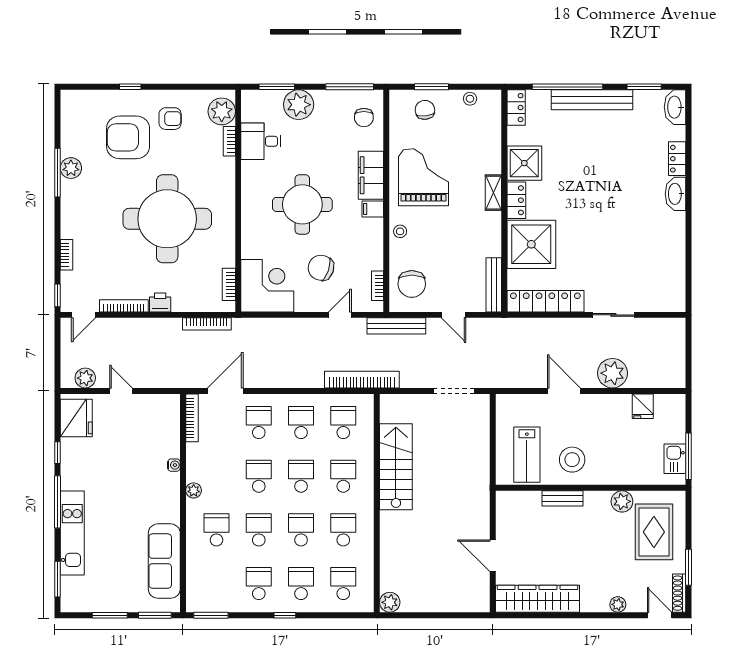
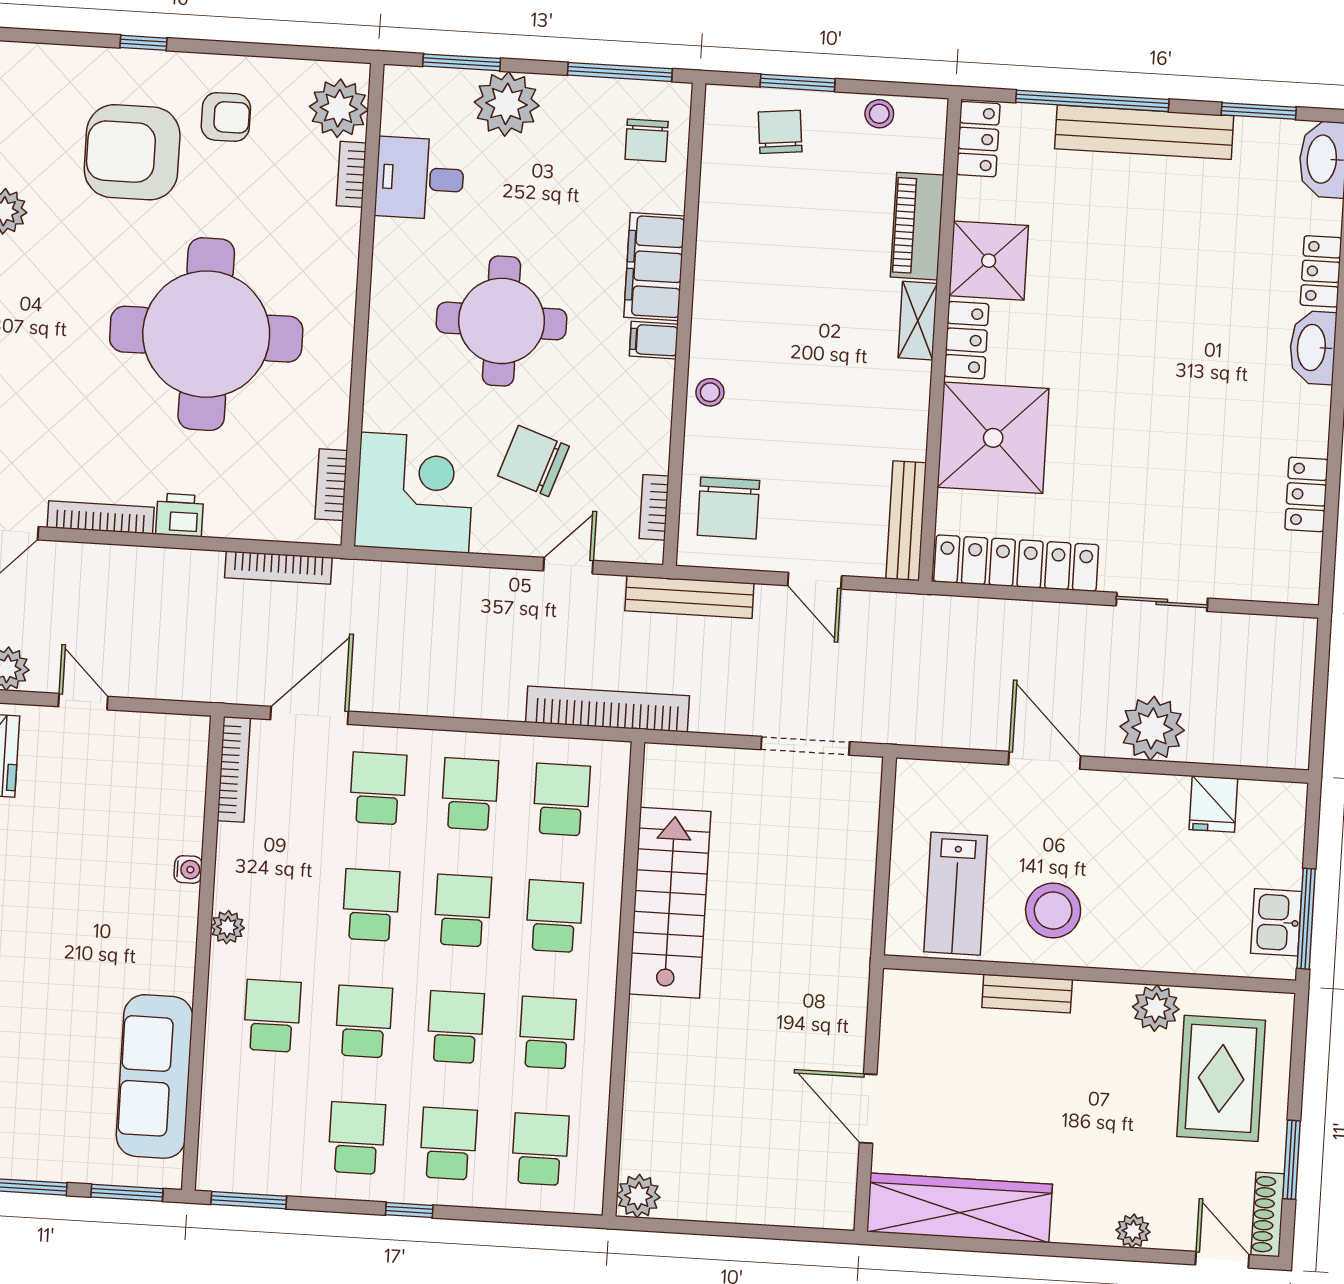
piano: (491, 149) -> (917, 226), added
grand piano: (423, 177) -> (768, 278), removed
locker: (677, 261) -> (1306, 494), added

